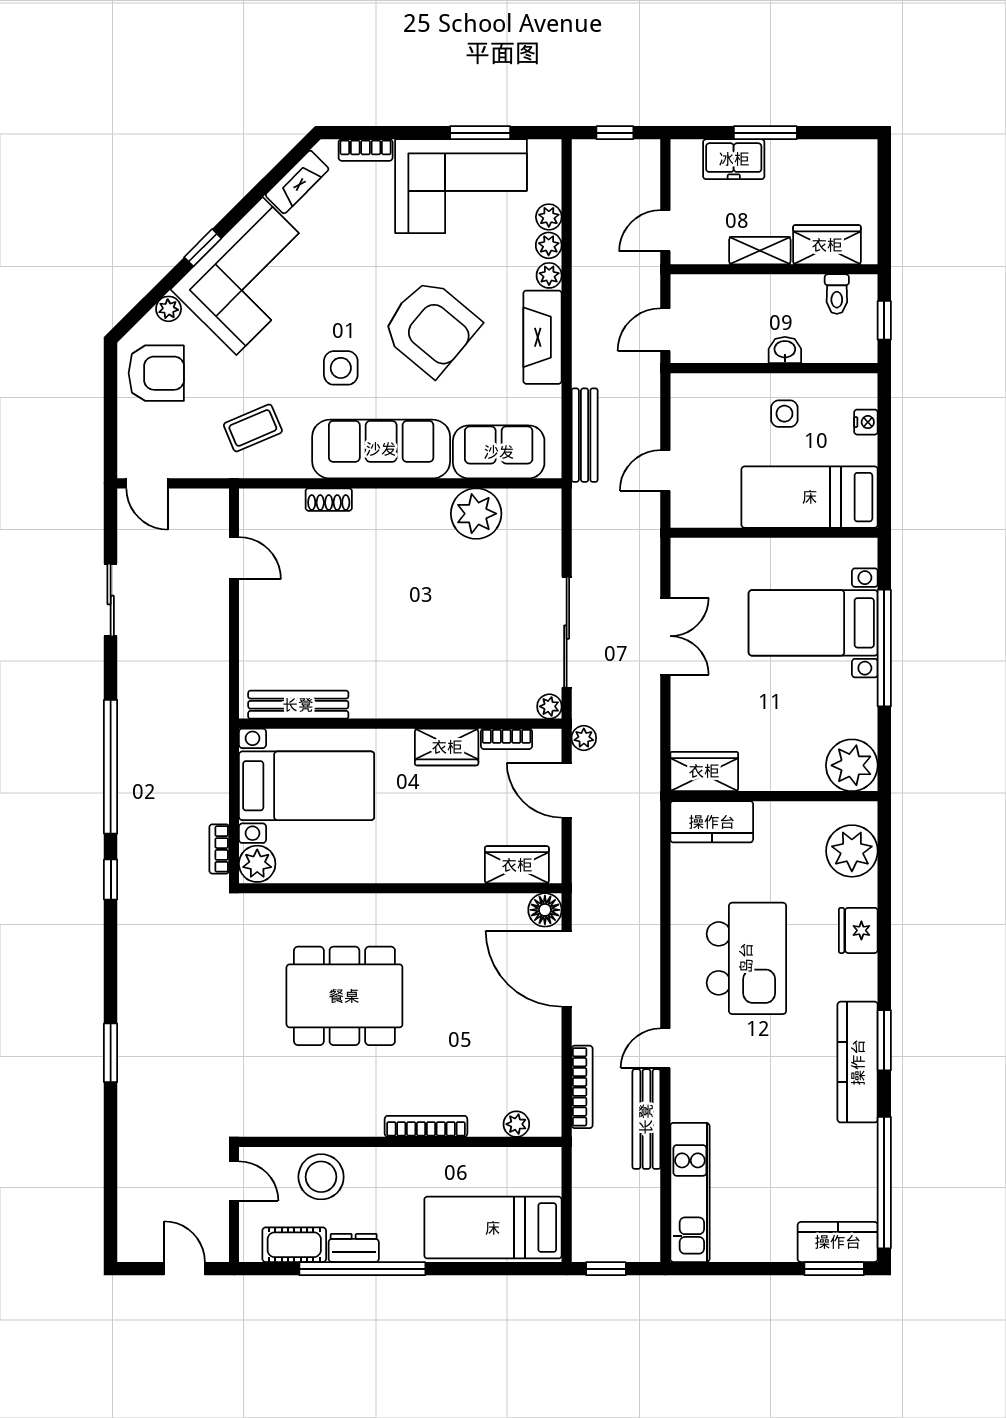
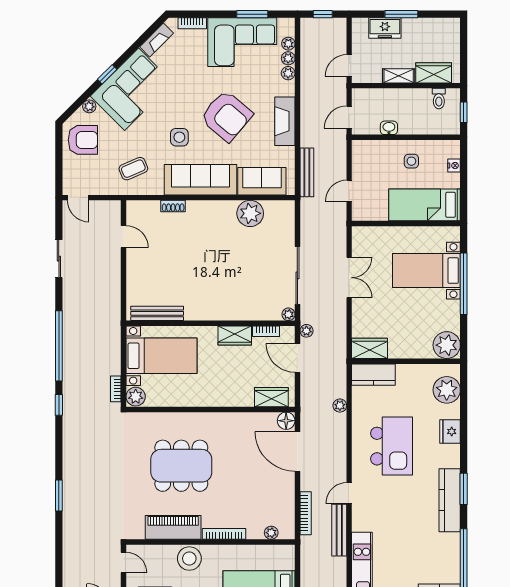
plant: (549, 275) -> (288, 44), moved
washbasin: (785, 350) -> (389, 128), moved
plant: (648, 881) -> (340, 406), added
piano: (329, 1114) -> (173, 527), added
stool: (321, 1177) -> (189, 559), moved

